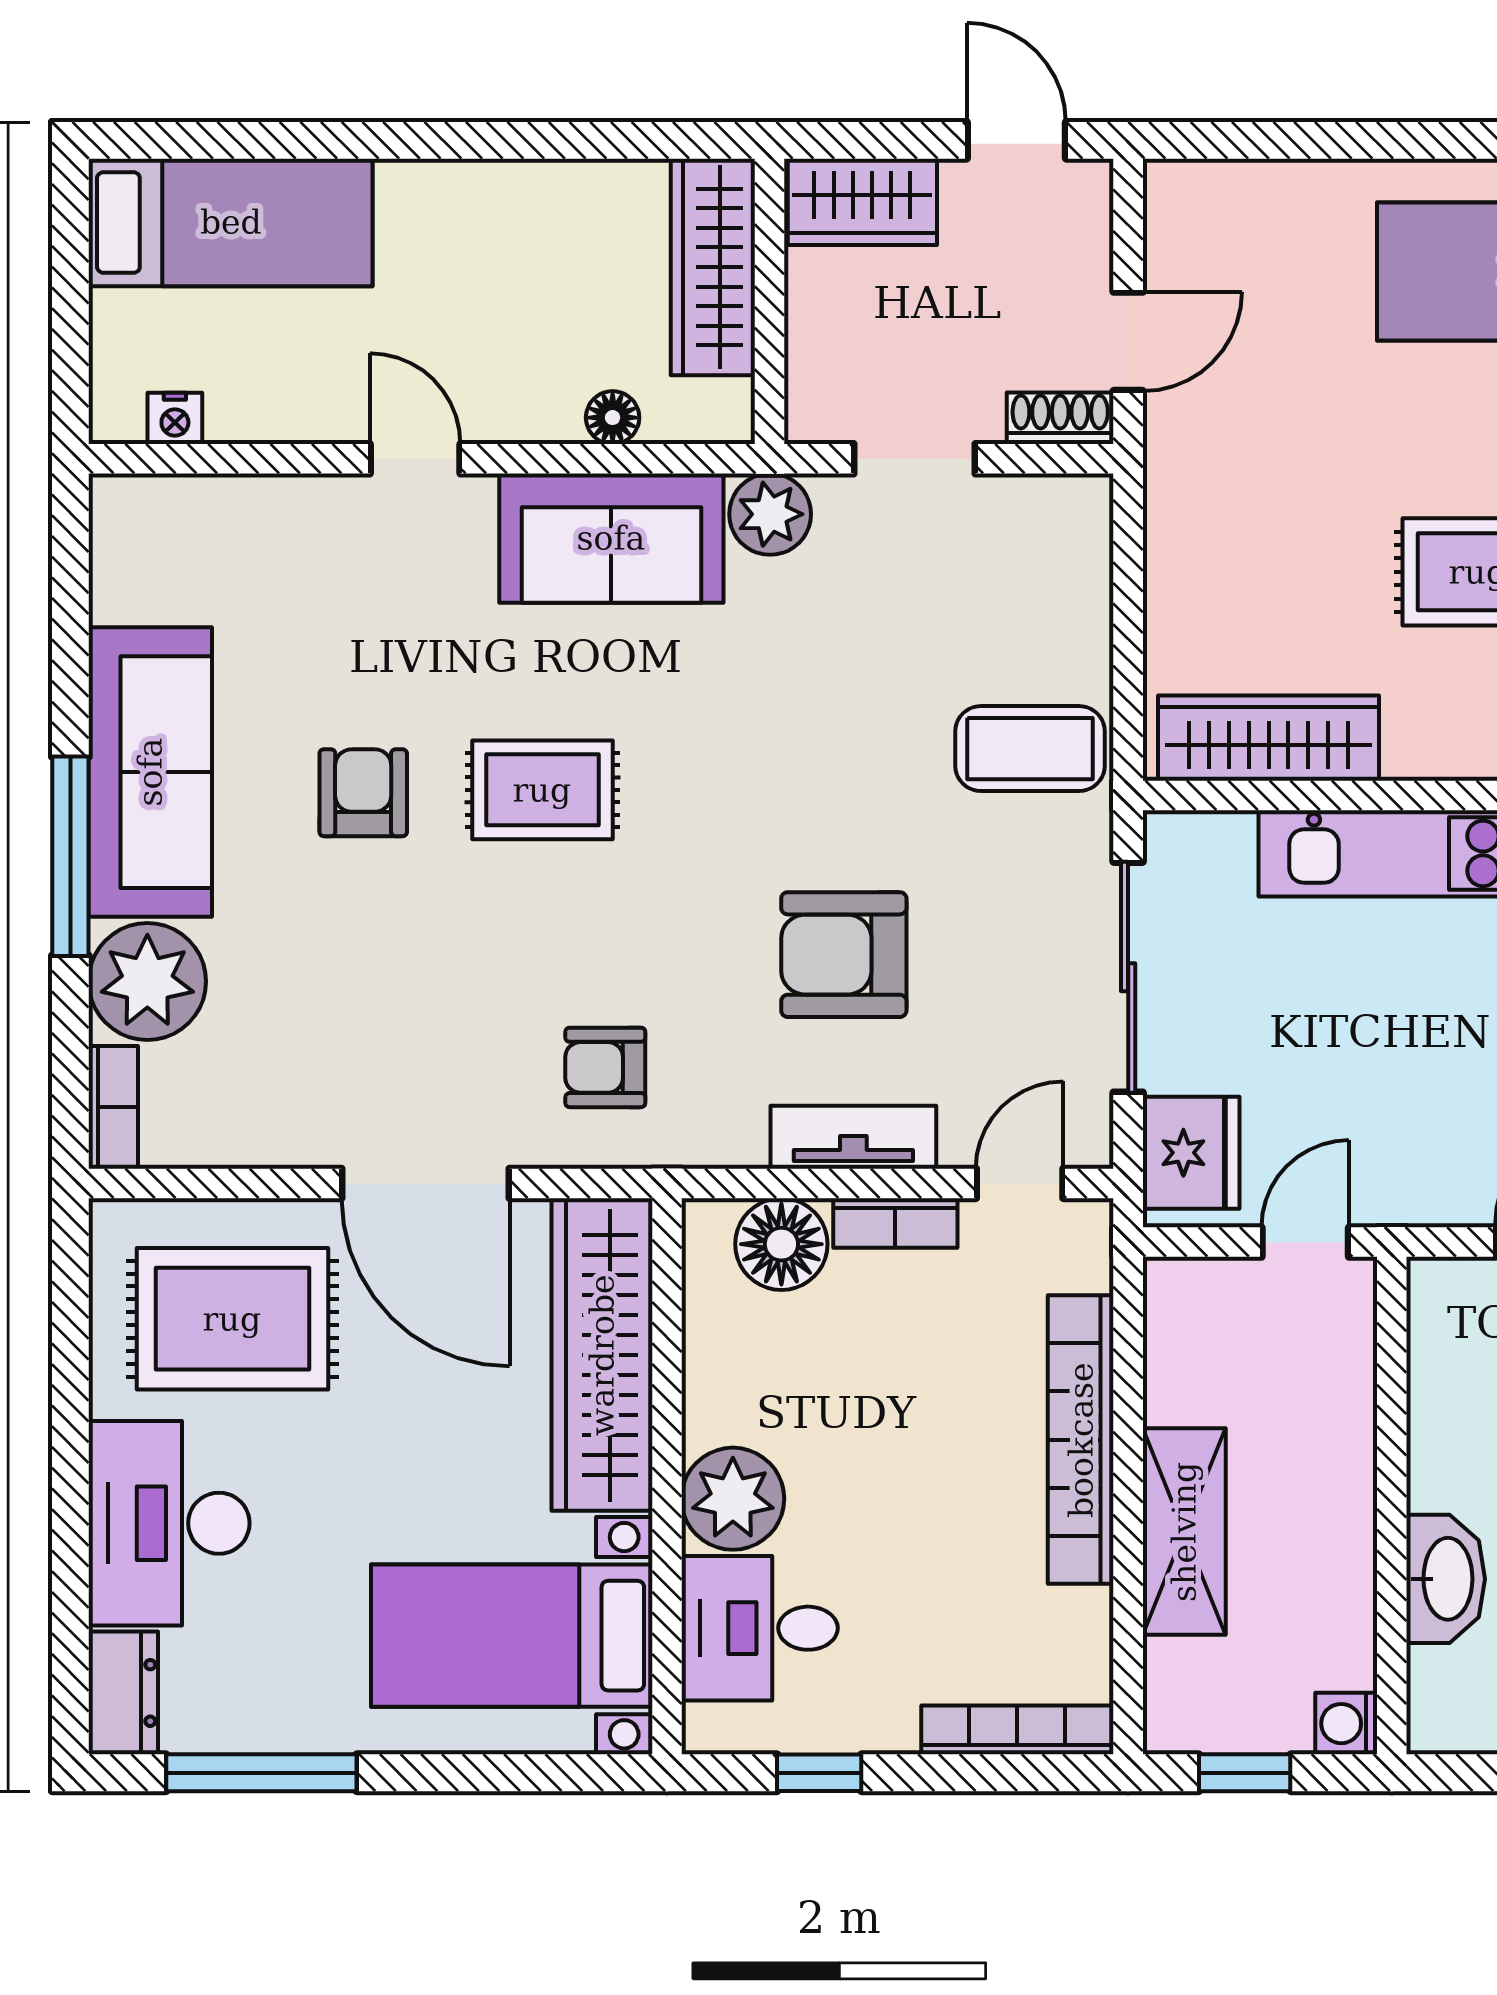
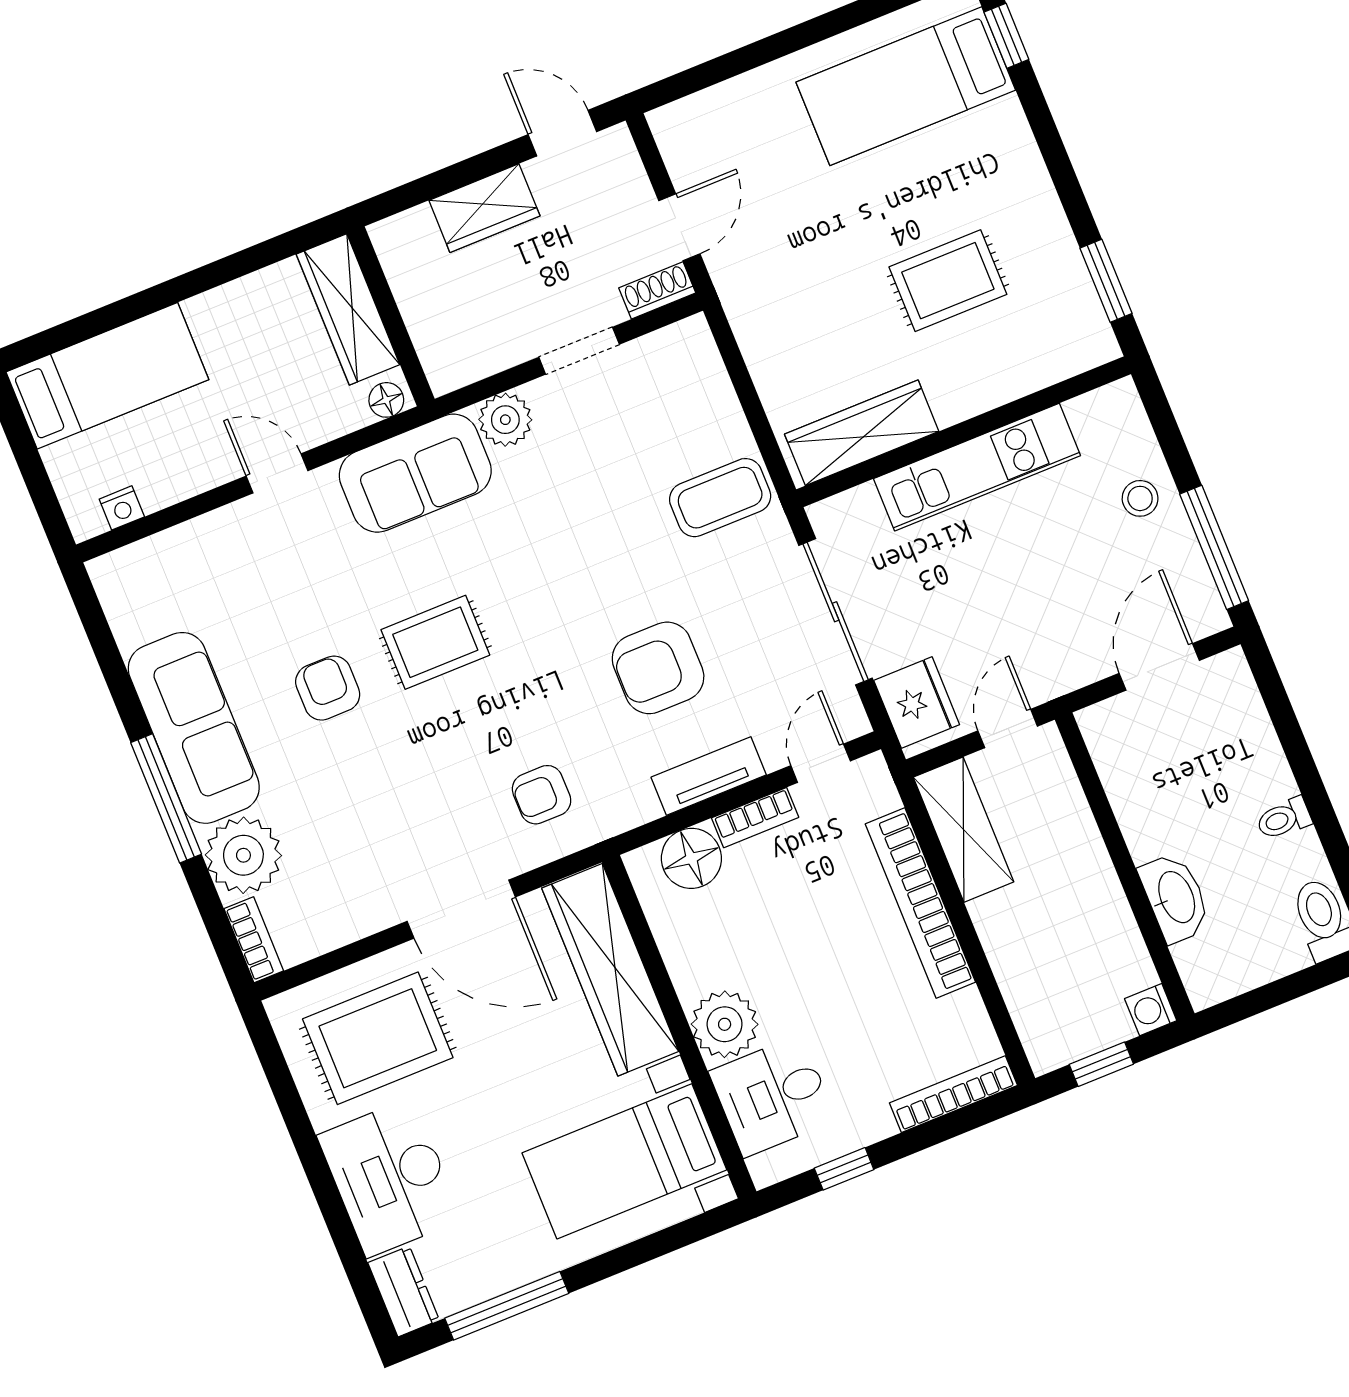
wardrobe: (713, 267) -> (348, 309), moved
wall: (769, 301) -> (391, 316), moved
shelving: (1184, 1532) -> (963, 830), moved

